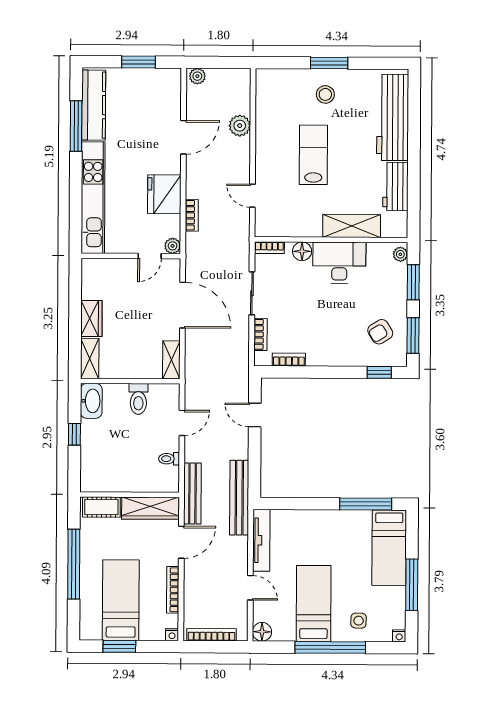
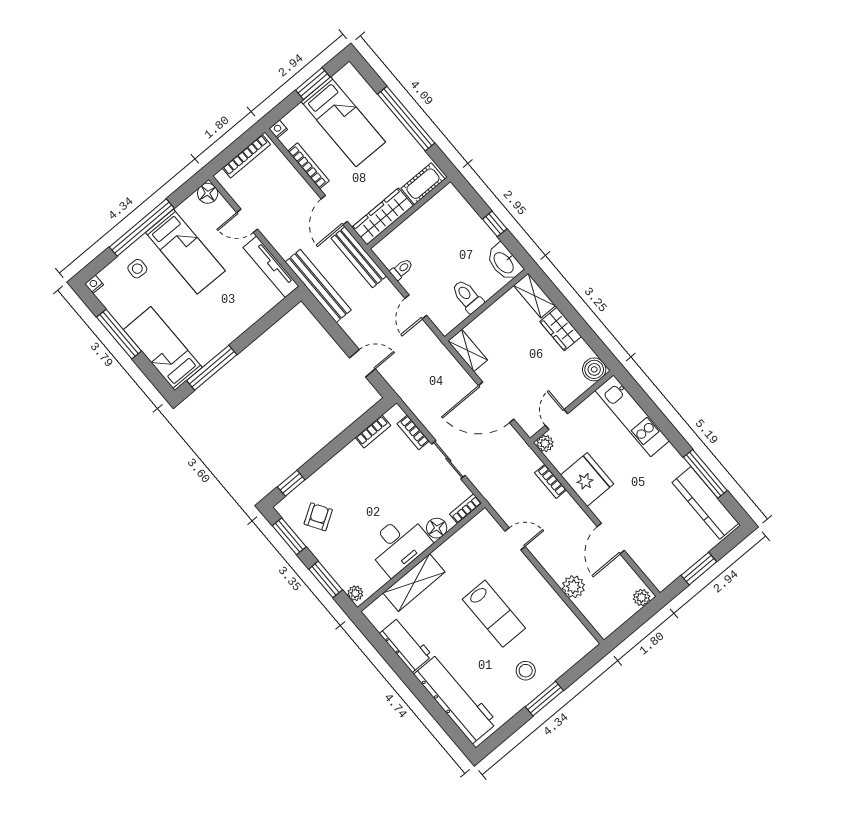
kitchen unit: (93, 198) -> (632, 416), width x0.73
boiler: (92, 269) -> (594, 369), added

